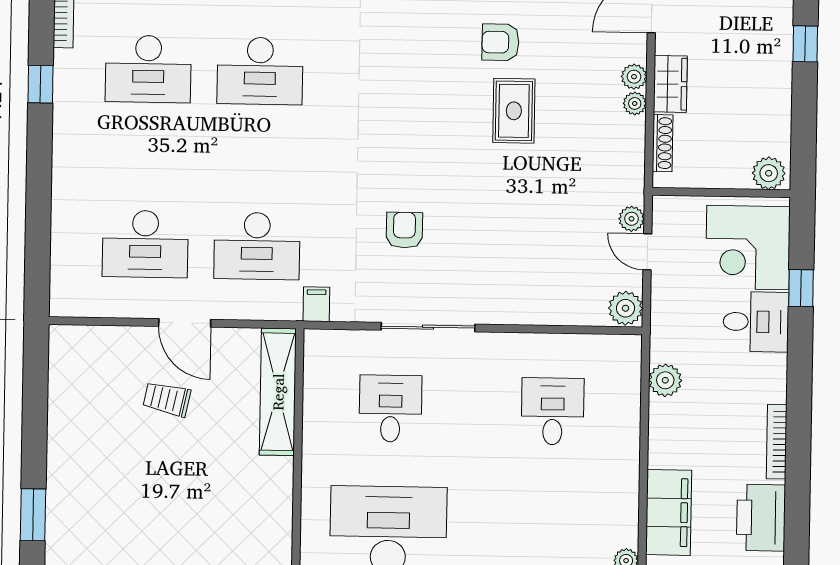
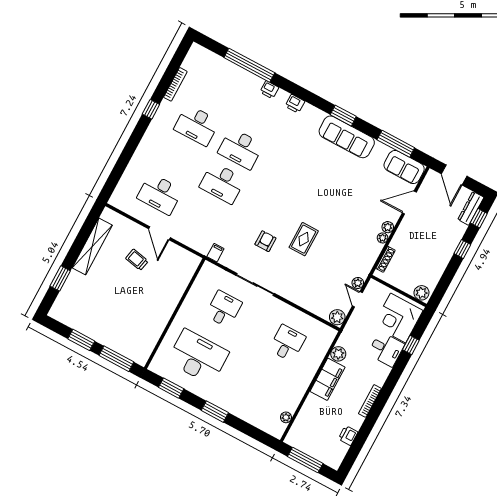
armchair: (500, 42) -> (342, 186), removed
wardrobe: (670, 84) -> (401, 237), removed
rug: (514, 111) -> (304, 239), moved
desk: (257, 246) -> (222, 183), moved
shelving: (278, 392) -> (92, 246), moved
filing cabinet: (669, 512) -> (328, 379), moved
printer: (761, 518) -> (348, 436), width x0.53, depth x0.68

